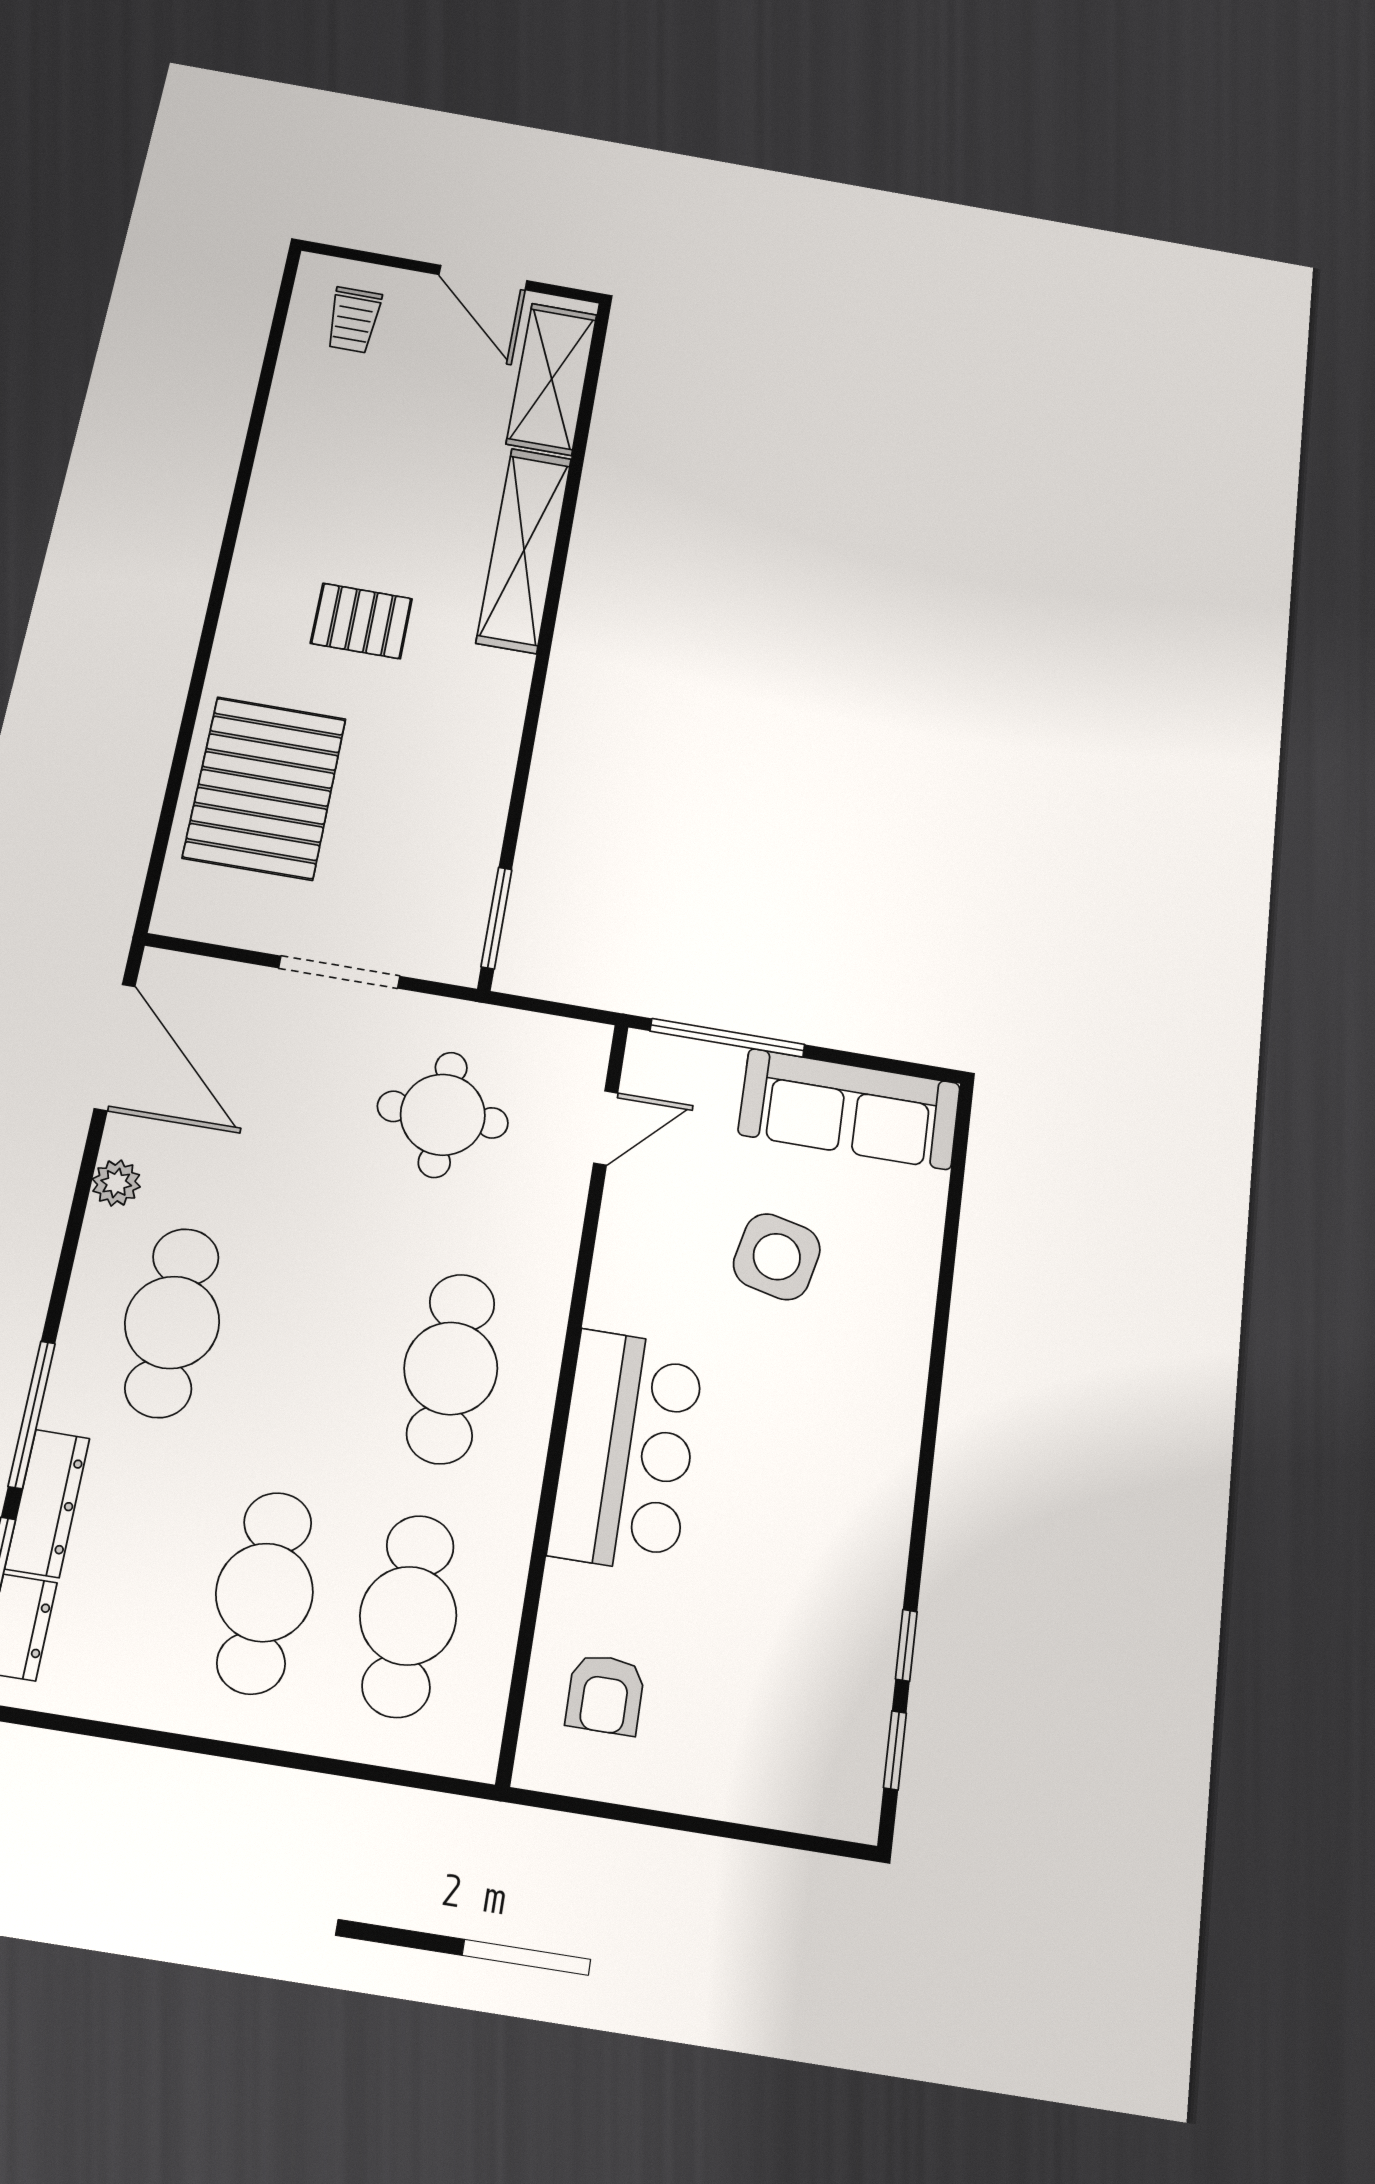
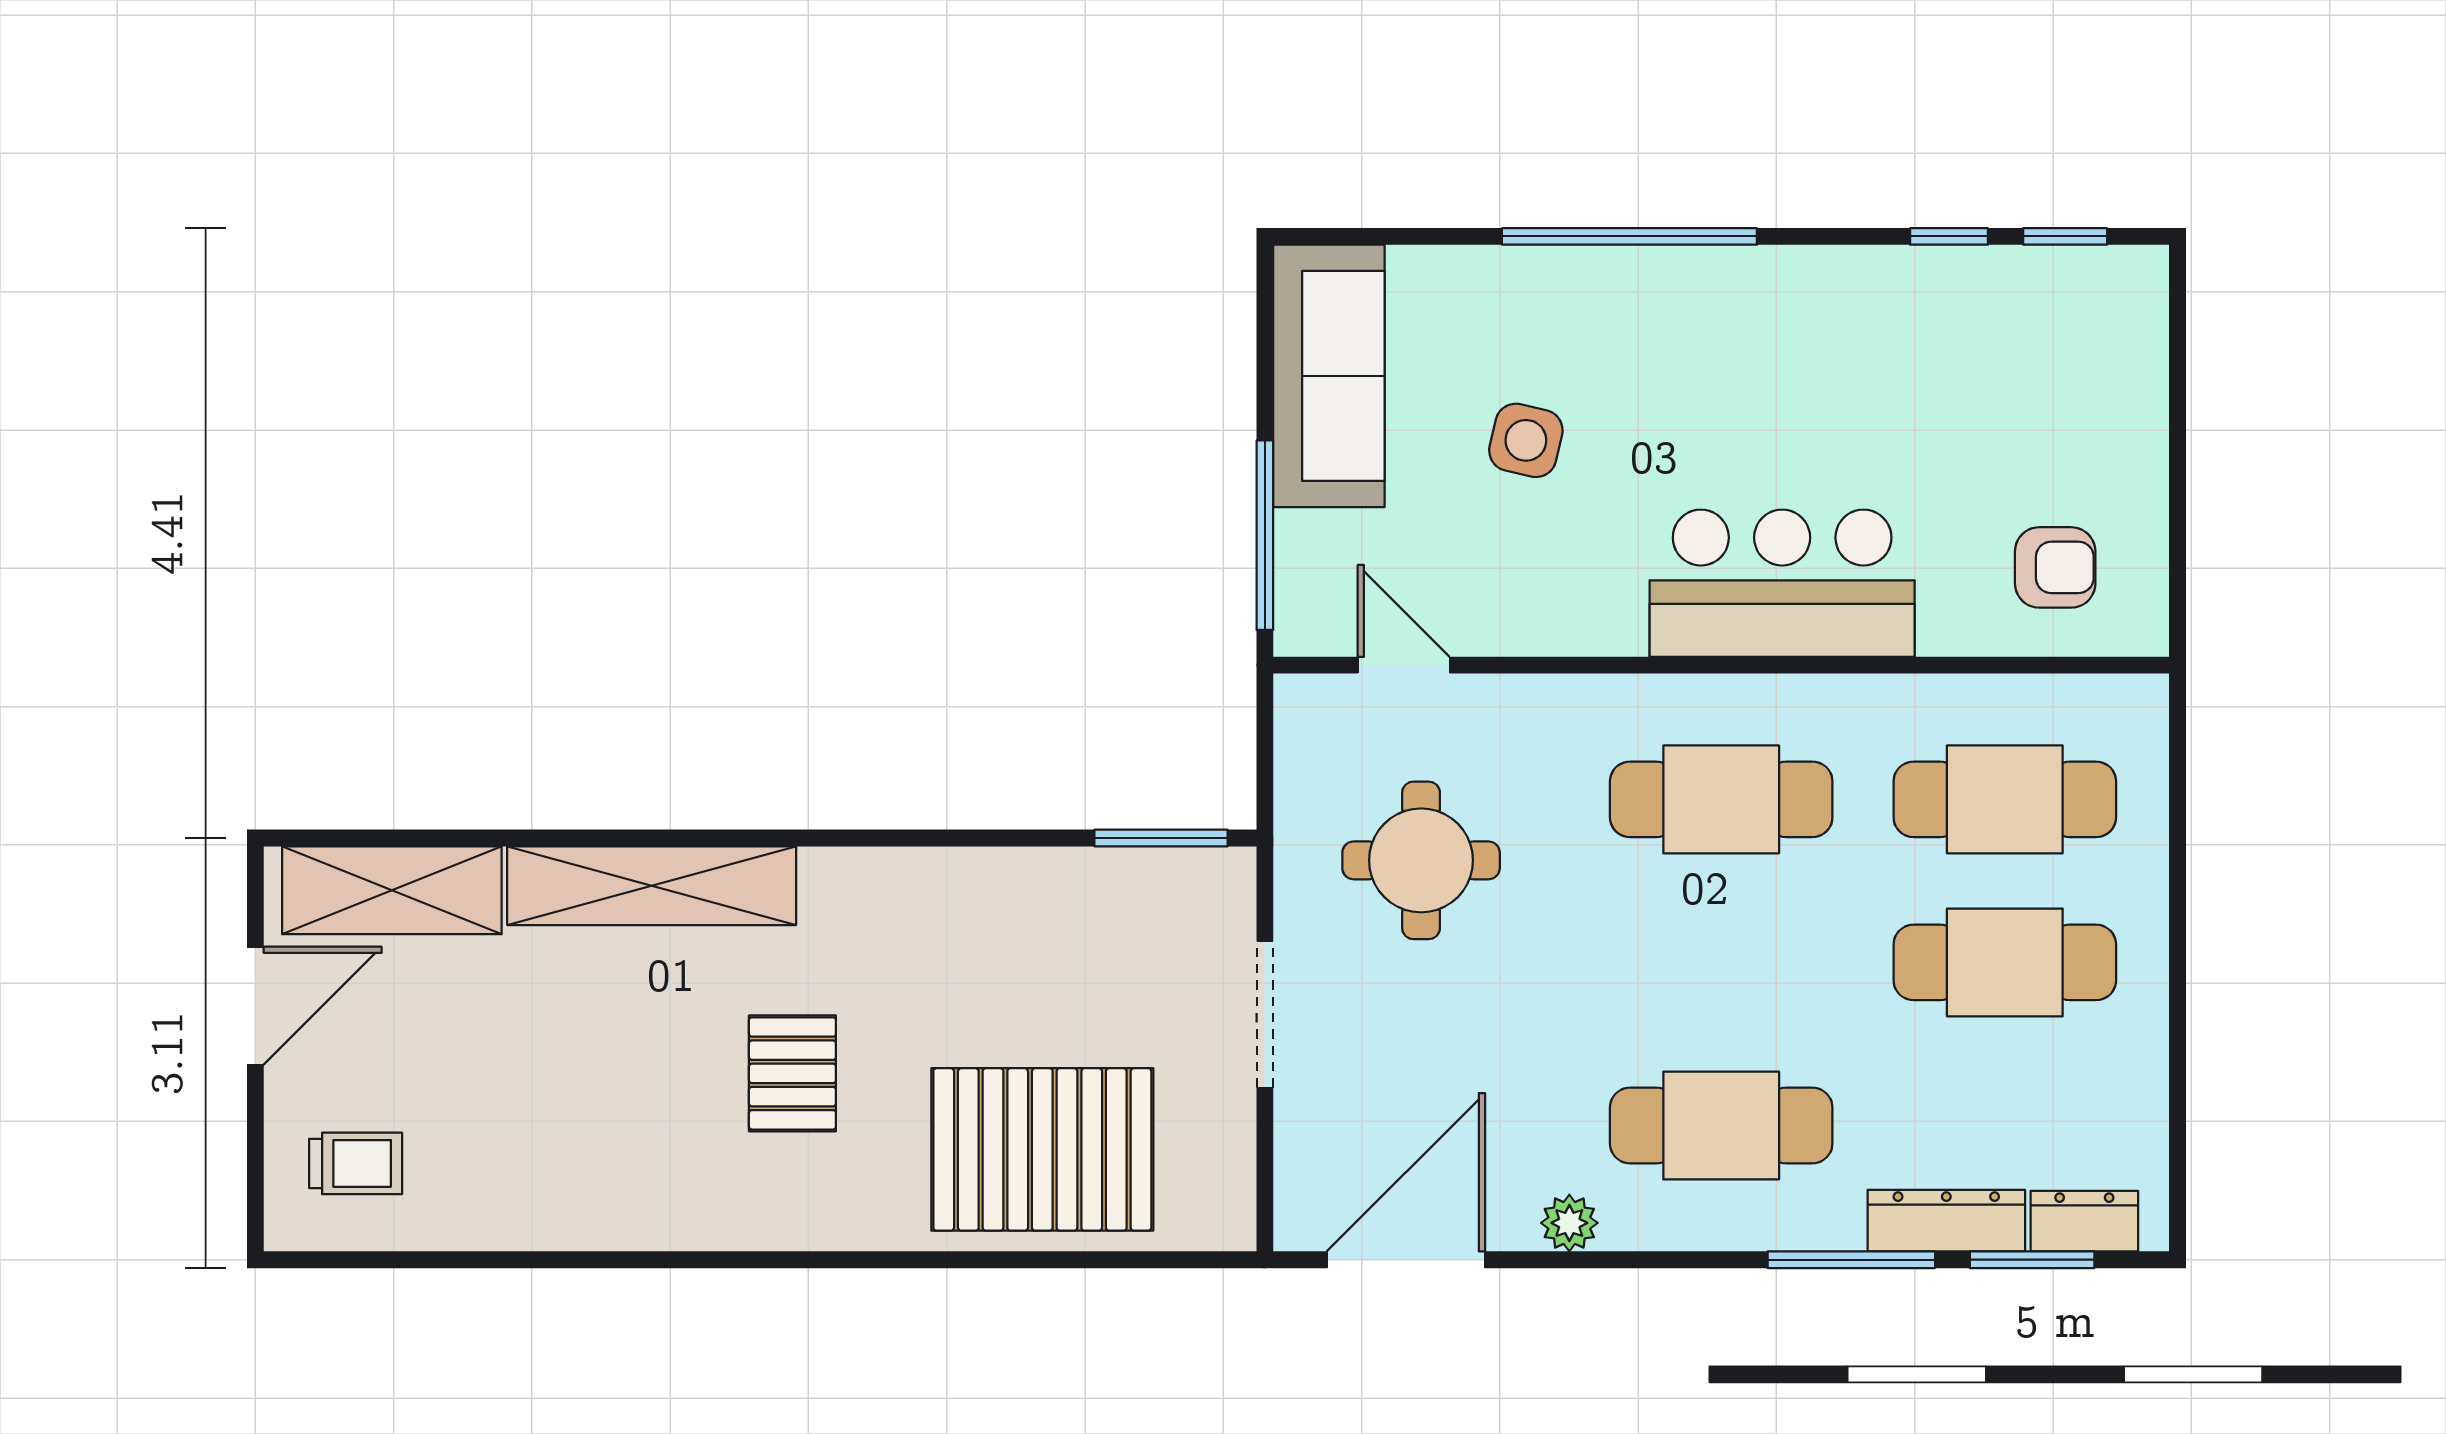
side table: (777, 1257) -> (1526, 440), width x0.73, depth x0.73
window: (936, 1370) -> (1629, 236), added

